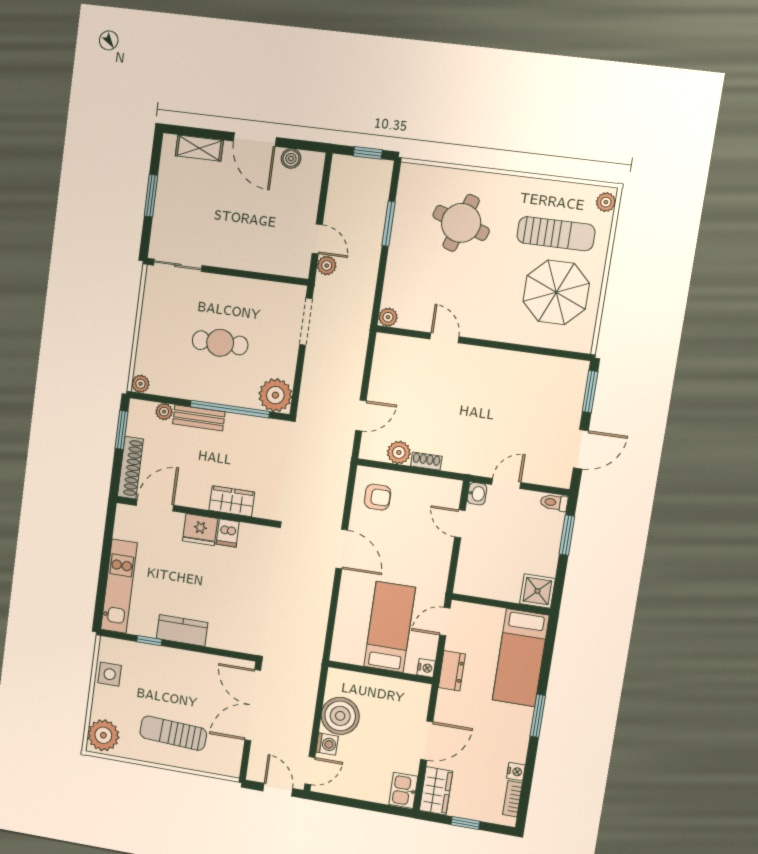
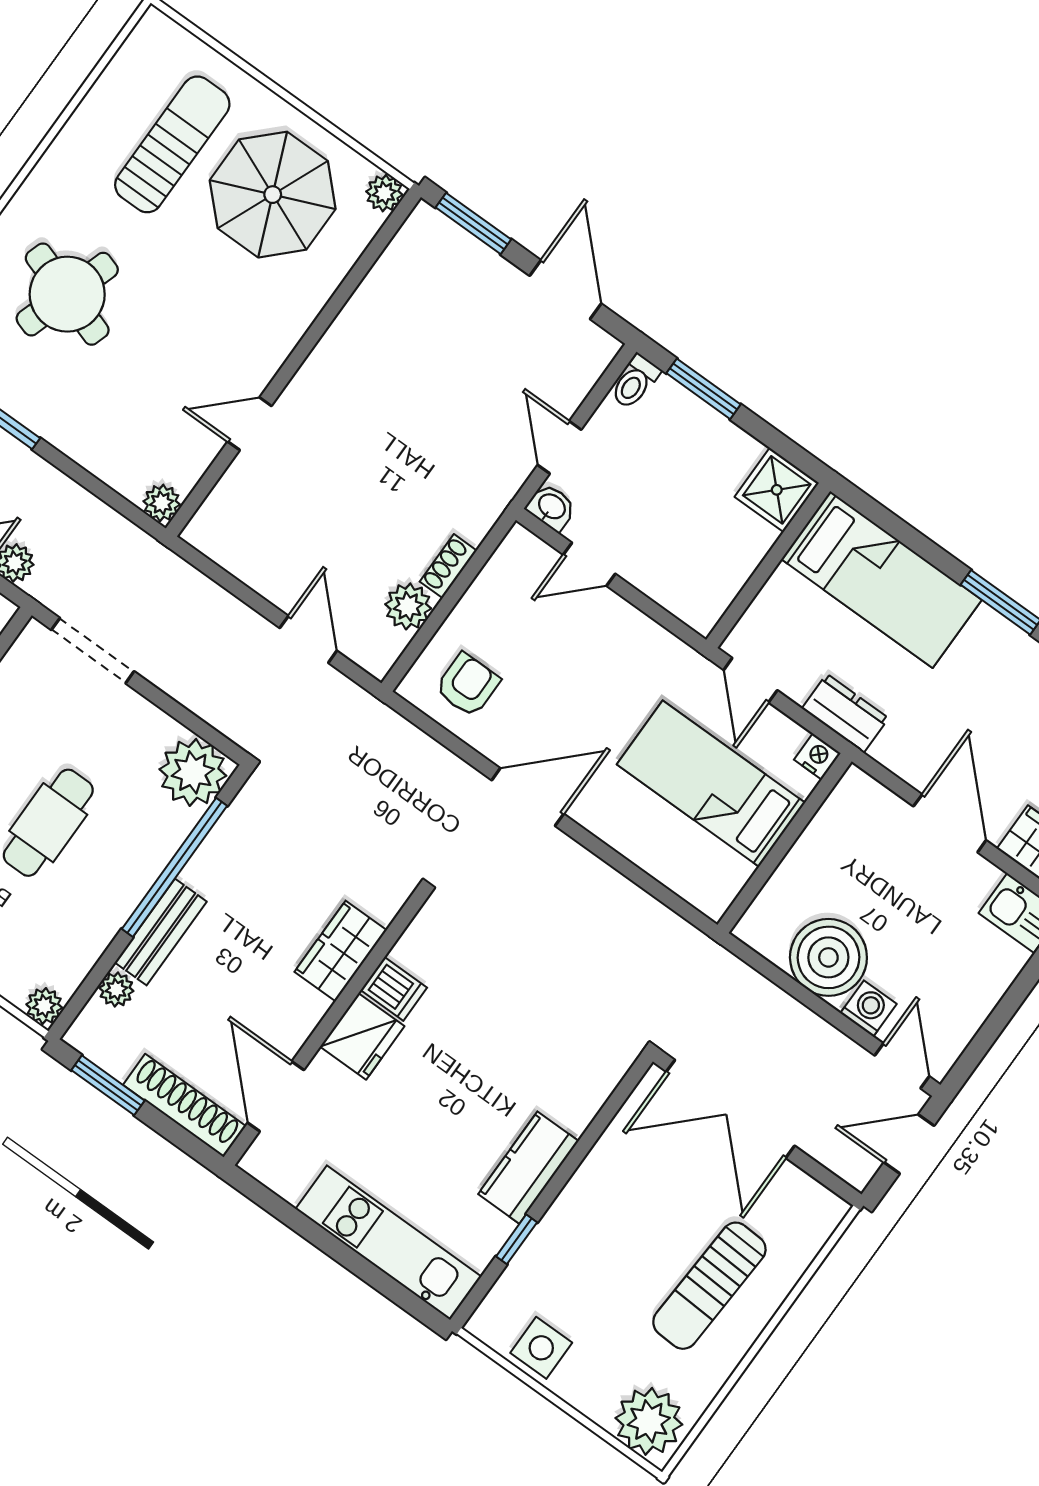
plant: (606, 202) -> (384, 193), moved

